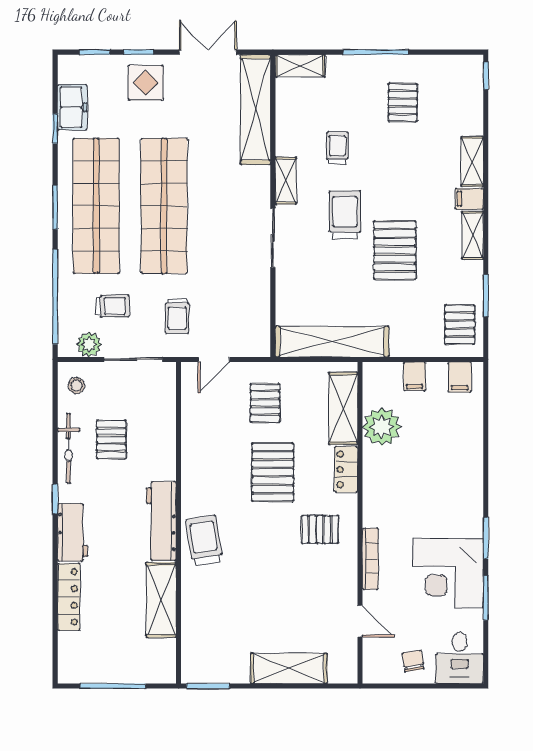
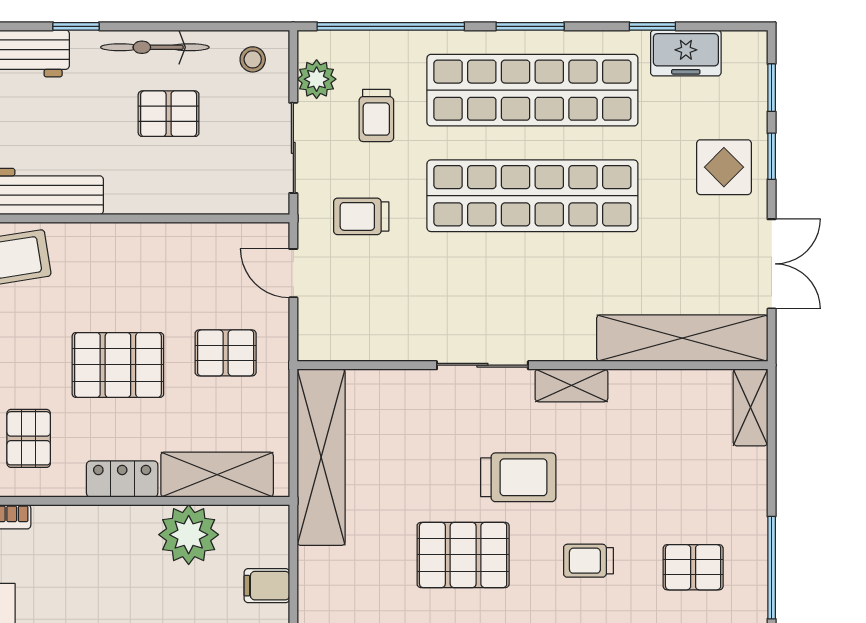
window: (376, 52) -> (772, 568), moved
trolley: (337, 148) -> (588, 561), moved, turned 180

